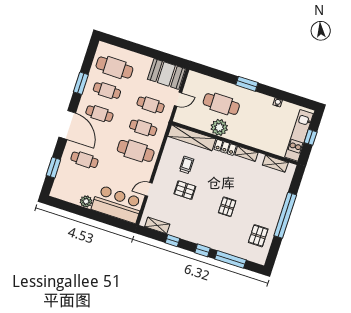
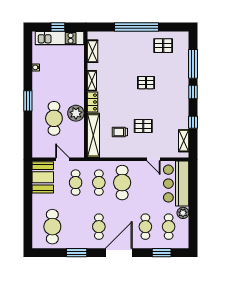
cafe table: (107, 91) -> (169, 227), moved
pallet: (185, 190) -> (143, 126), turned 90

